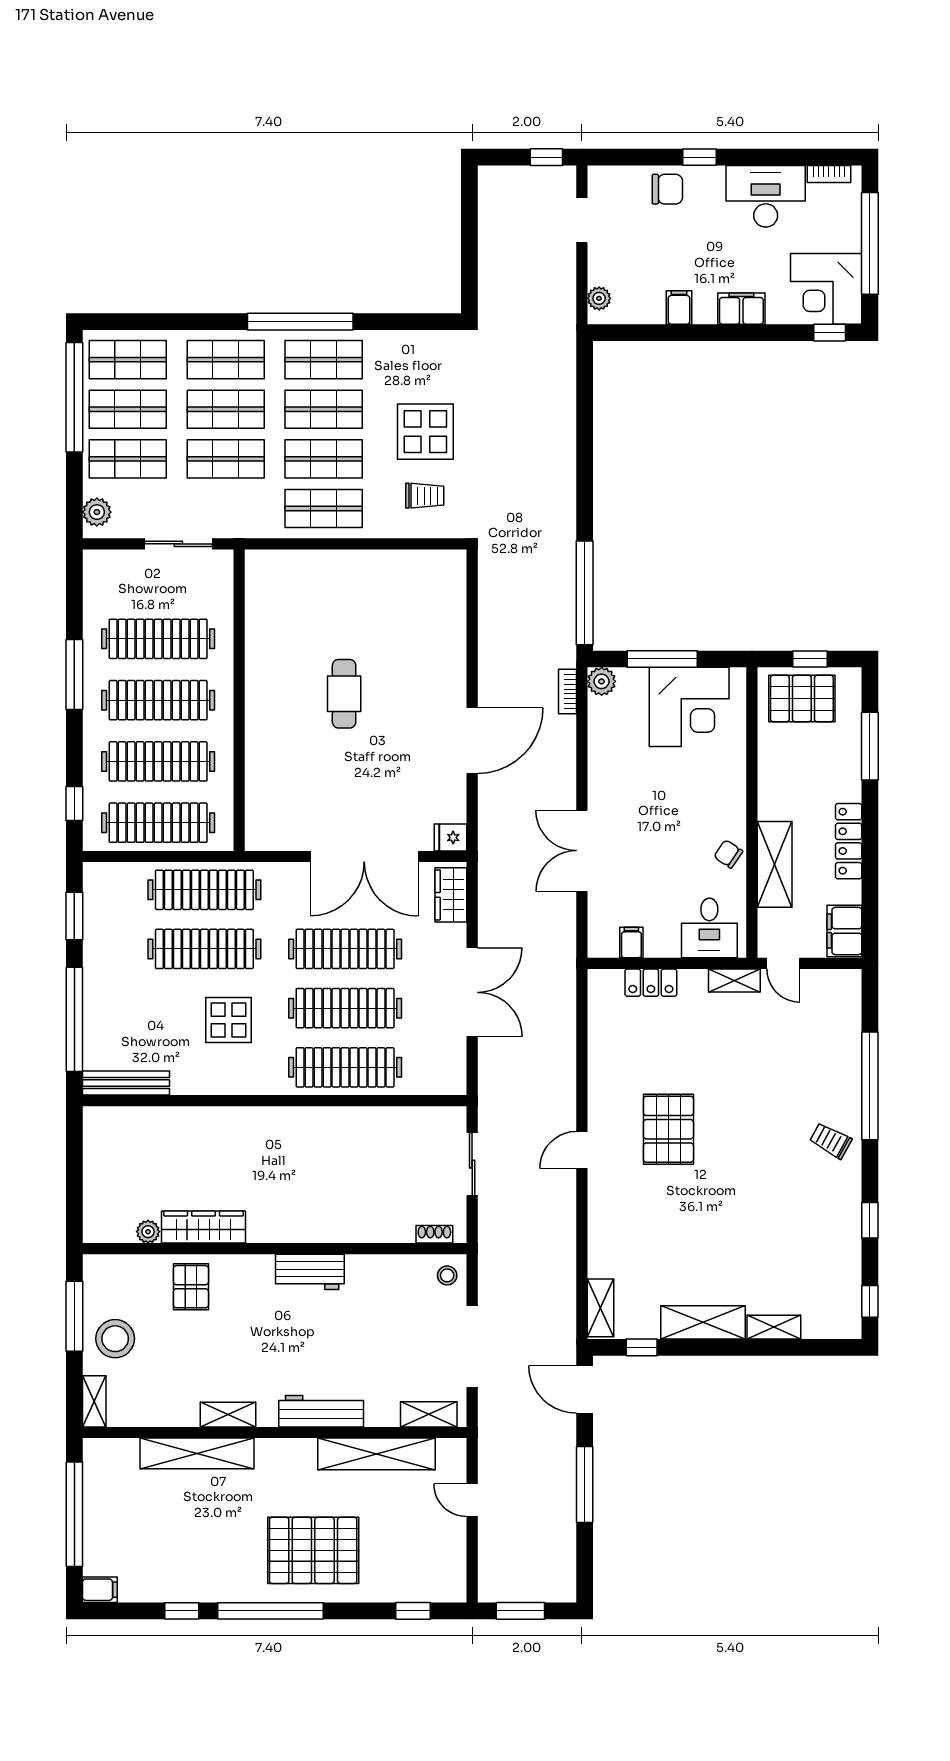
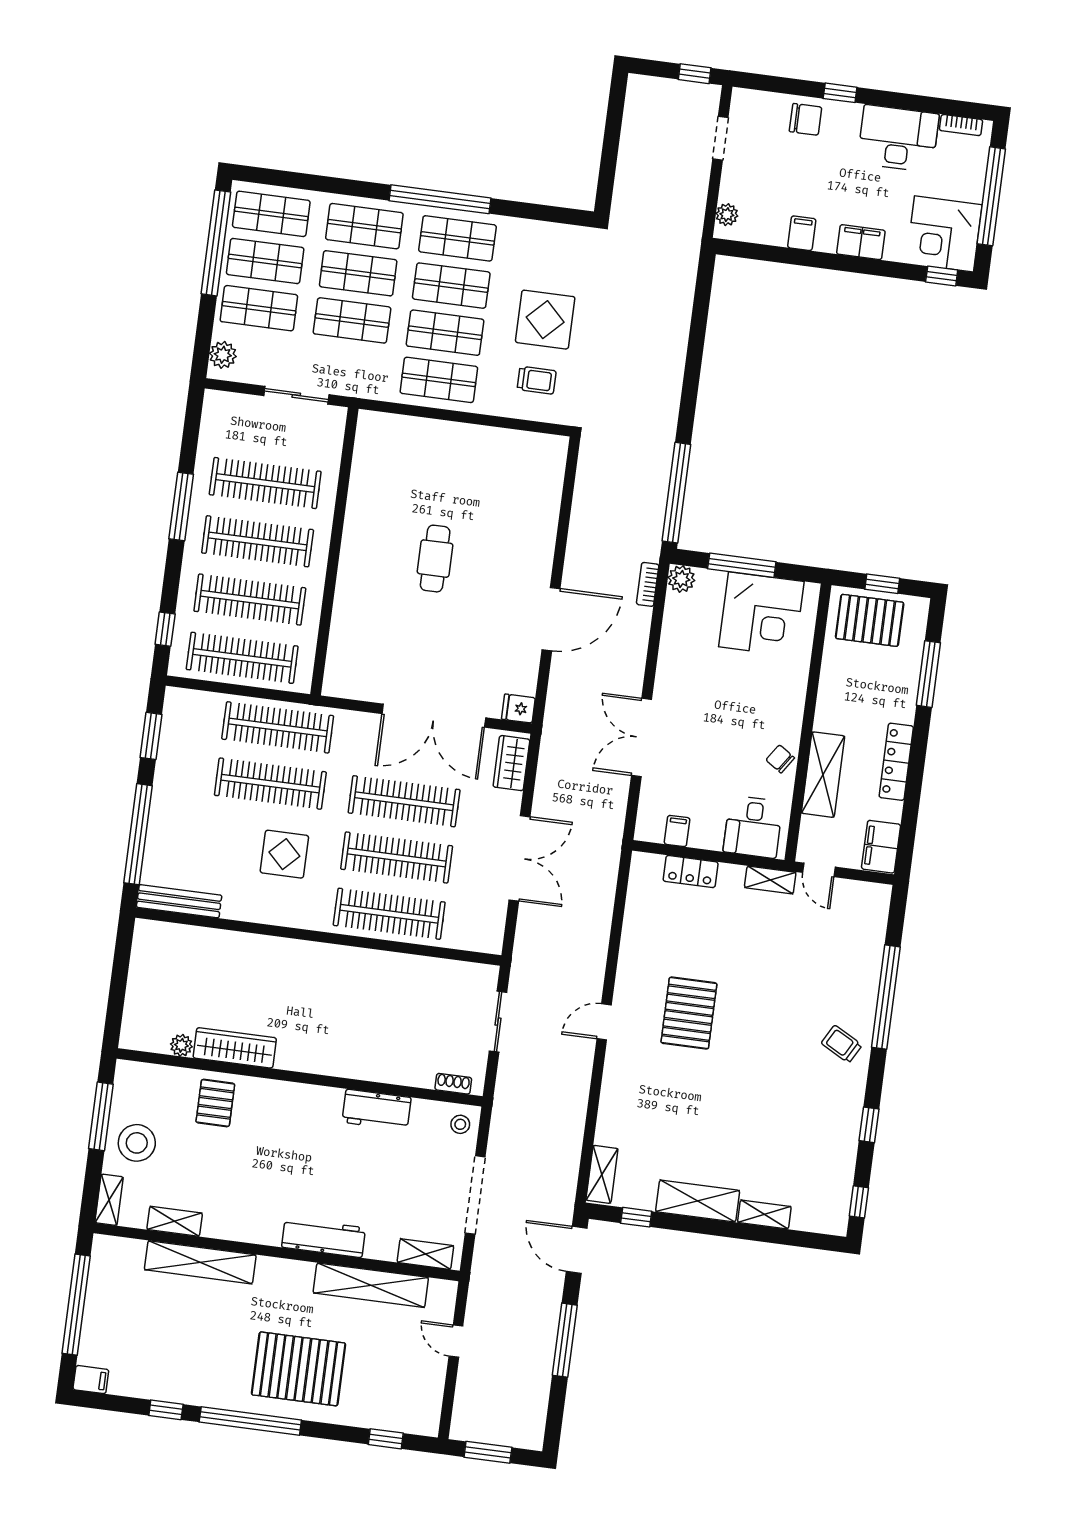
workbench: (310, 1272) -> (377, 1110), moved
shelving: (228, 1415) -> (175, 1221), moved

